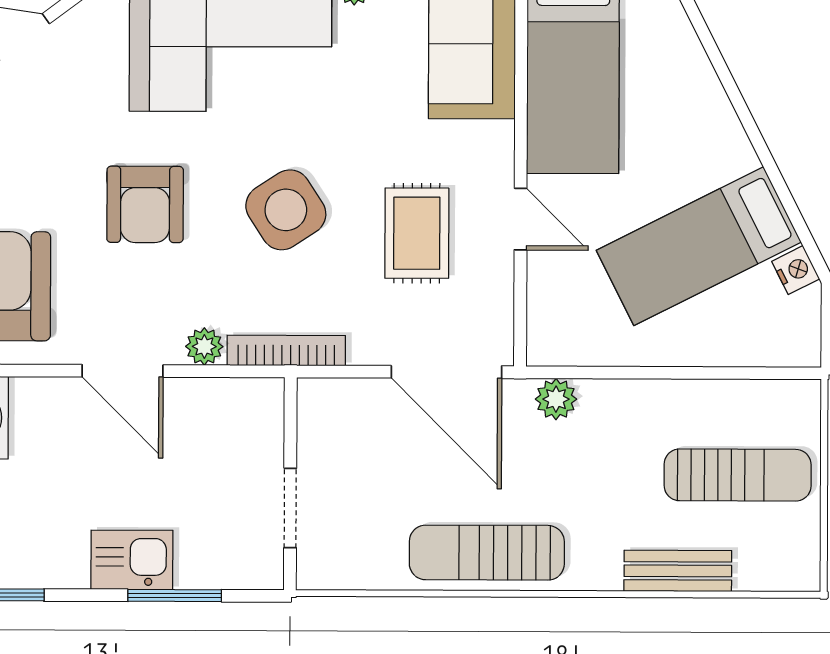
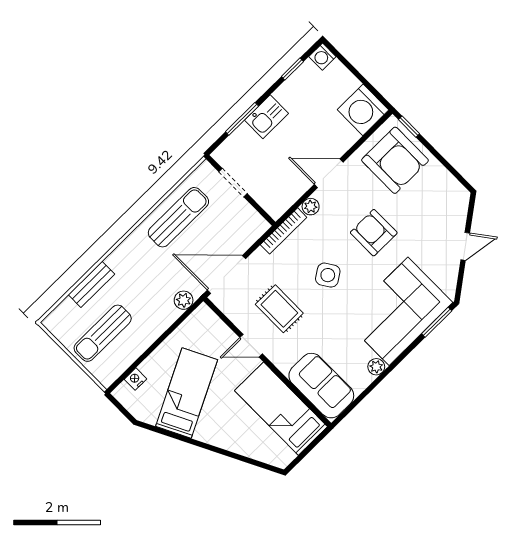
side table: (286, 210) -> (328, 275), width x0.73, depth x0.73
nightstand: (796, 270) -> (135, 379), moved, turned 117
sun lounger: (487, 553) -> (178, 217), moved

